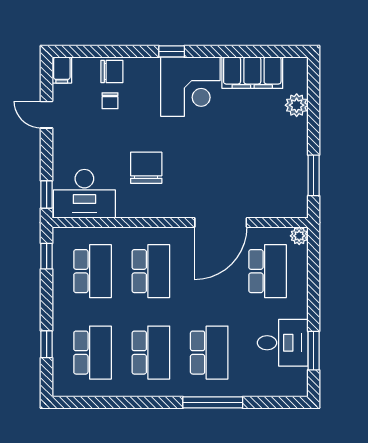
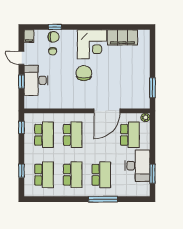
window: (172, 51) -> (55, 27), moved
plant: (297, 105) -> (144, 53), removed
chair: (146, 168) -> (84, 73), moved
window: (47, 194) -> (21, 82), moved
desk: (84, 194) -> (36, 80), moved, turned 90
desk: (283, 343) -> (137, 166), width x1.37

